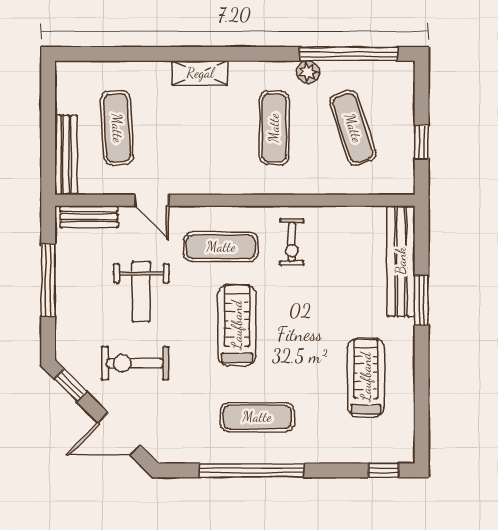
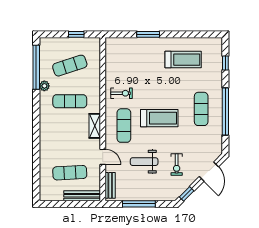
shelving: (200, 73) -> (95, 126), moved
door: (152, 200) -> (103, 157), hinge flipped
bench: (401, 261) -> (130, 44), removed
weight bench: (141, 291) -> (144, 162), turned 180
treadmill: (237, 325) -> (159, 118), turned 180
exercise bike: (135, 363) -> (177, 164), width x0.73, depth x0.72
treadmill: (366, 377) -> (183, 60), turned 180
window: (384, 470) -> (225, 63), moved

